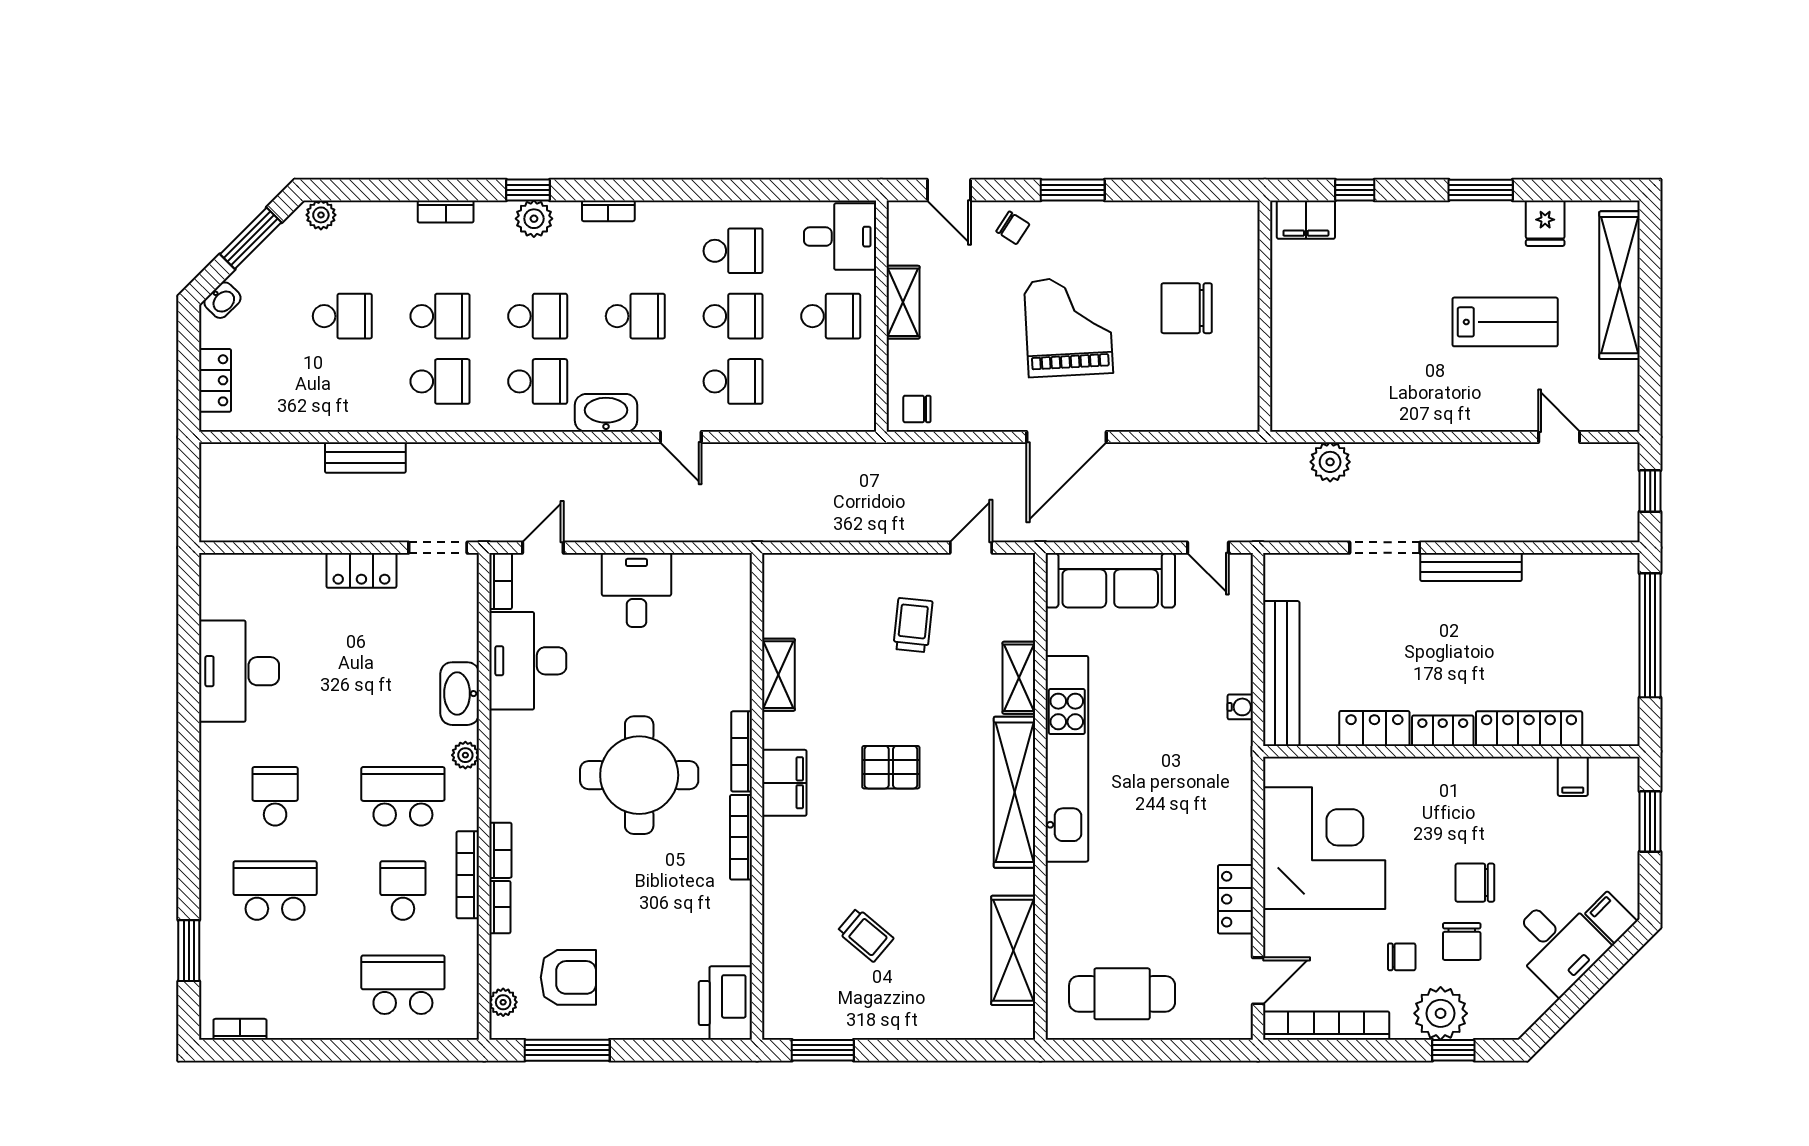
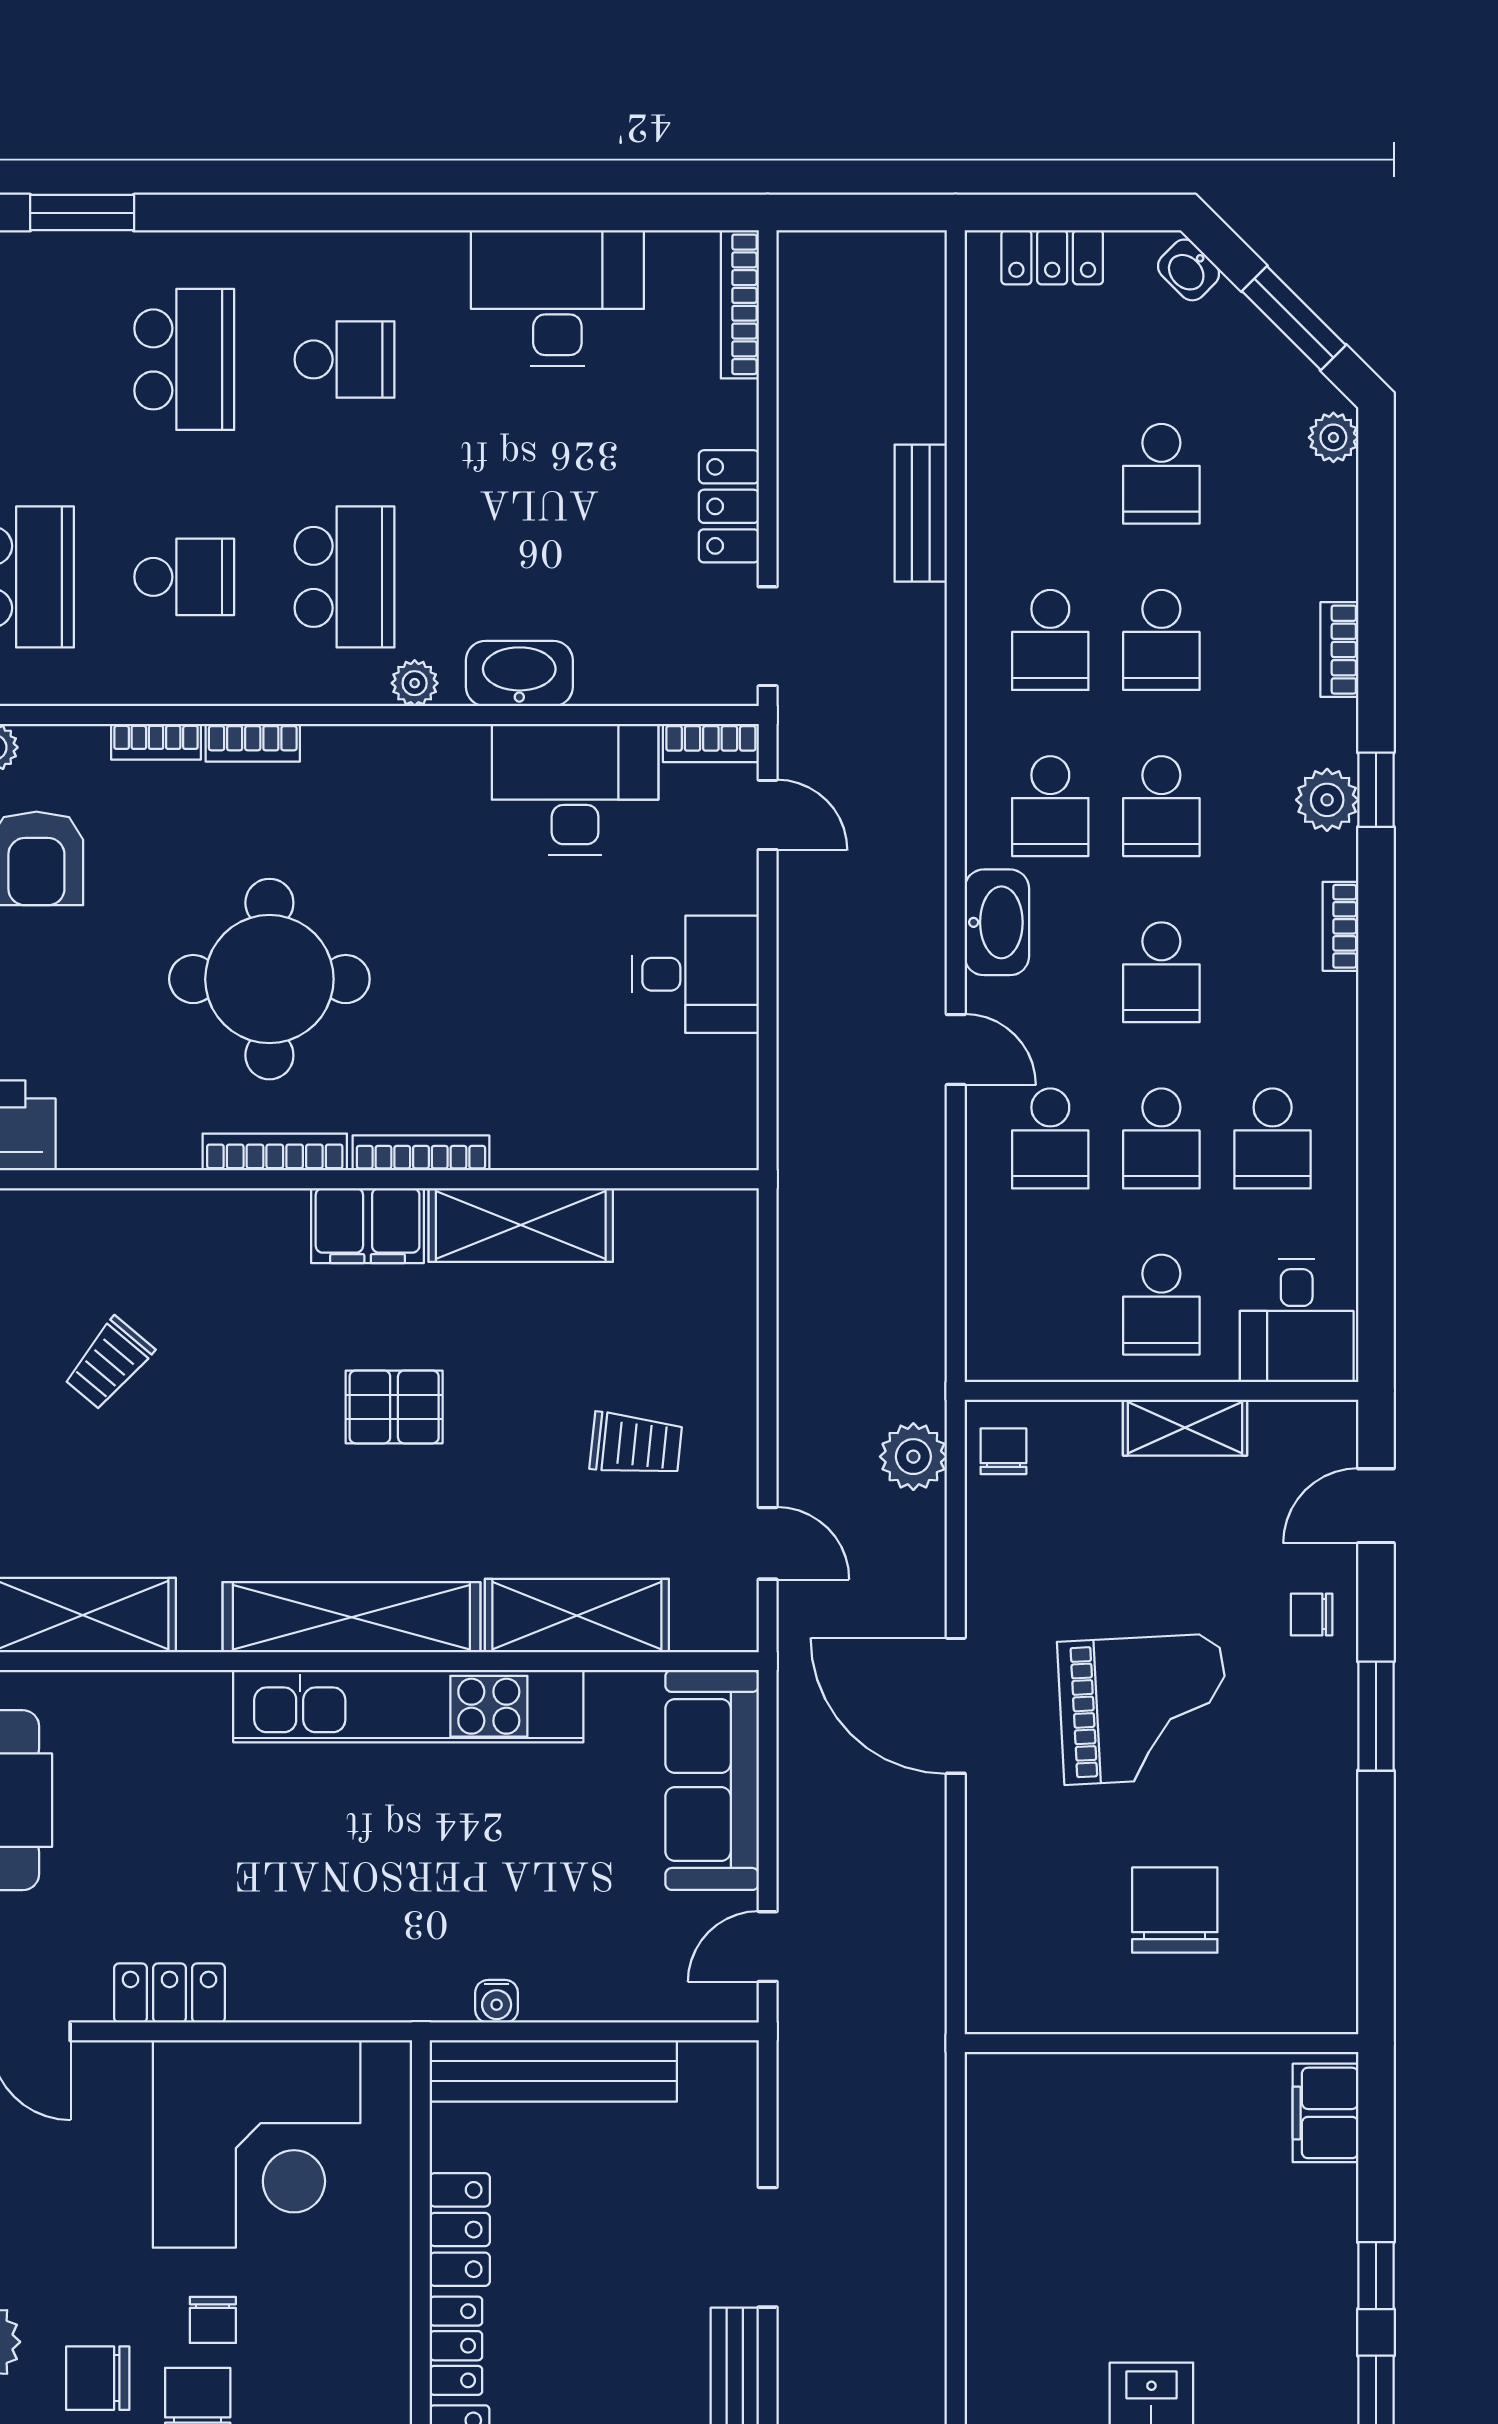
window: (1355, 190) -> (1376, 2276), moved
chair: (1013, 228) -> (1312, 1614), turned 57
door: (681, 437) -> (956, 1050), swing flipped
plant: (1330, 462) -> (913, 1457), moved
shelving: (778, 675) -> (521, 1225), width x1.50, depth x1.33
shelving: (1019, 678) -> (577, 1616), width x1.50, depth x1.33
pallet: (891, 767) -> (394, 1407), turned 90
round table: (639, 775) -> (269, 979), moved
bookcase: (468, 875) -> (740, 304), moved, turned -90
chair: (1402, 957) -> (213, 2320), moved

